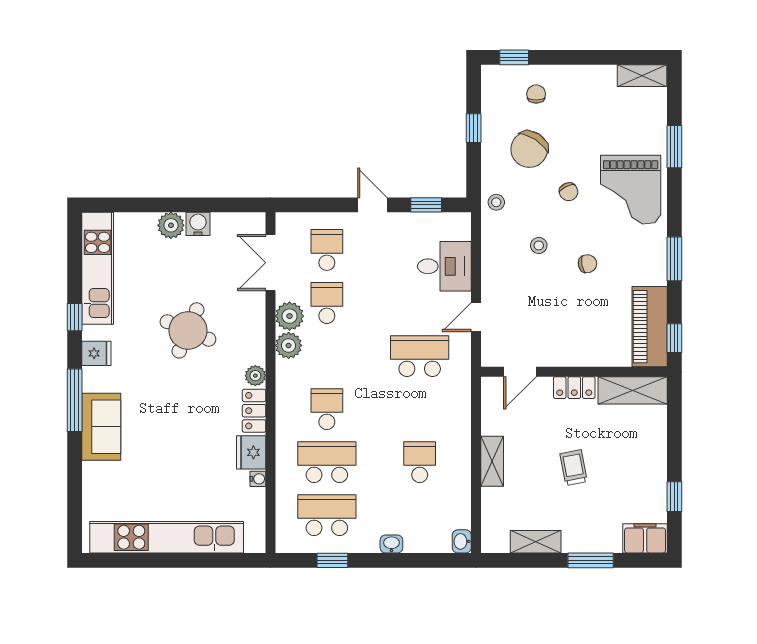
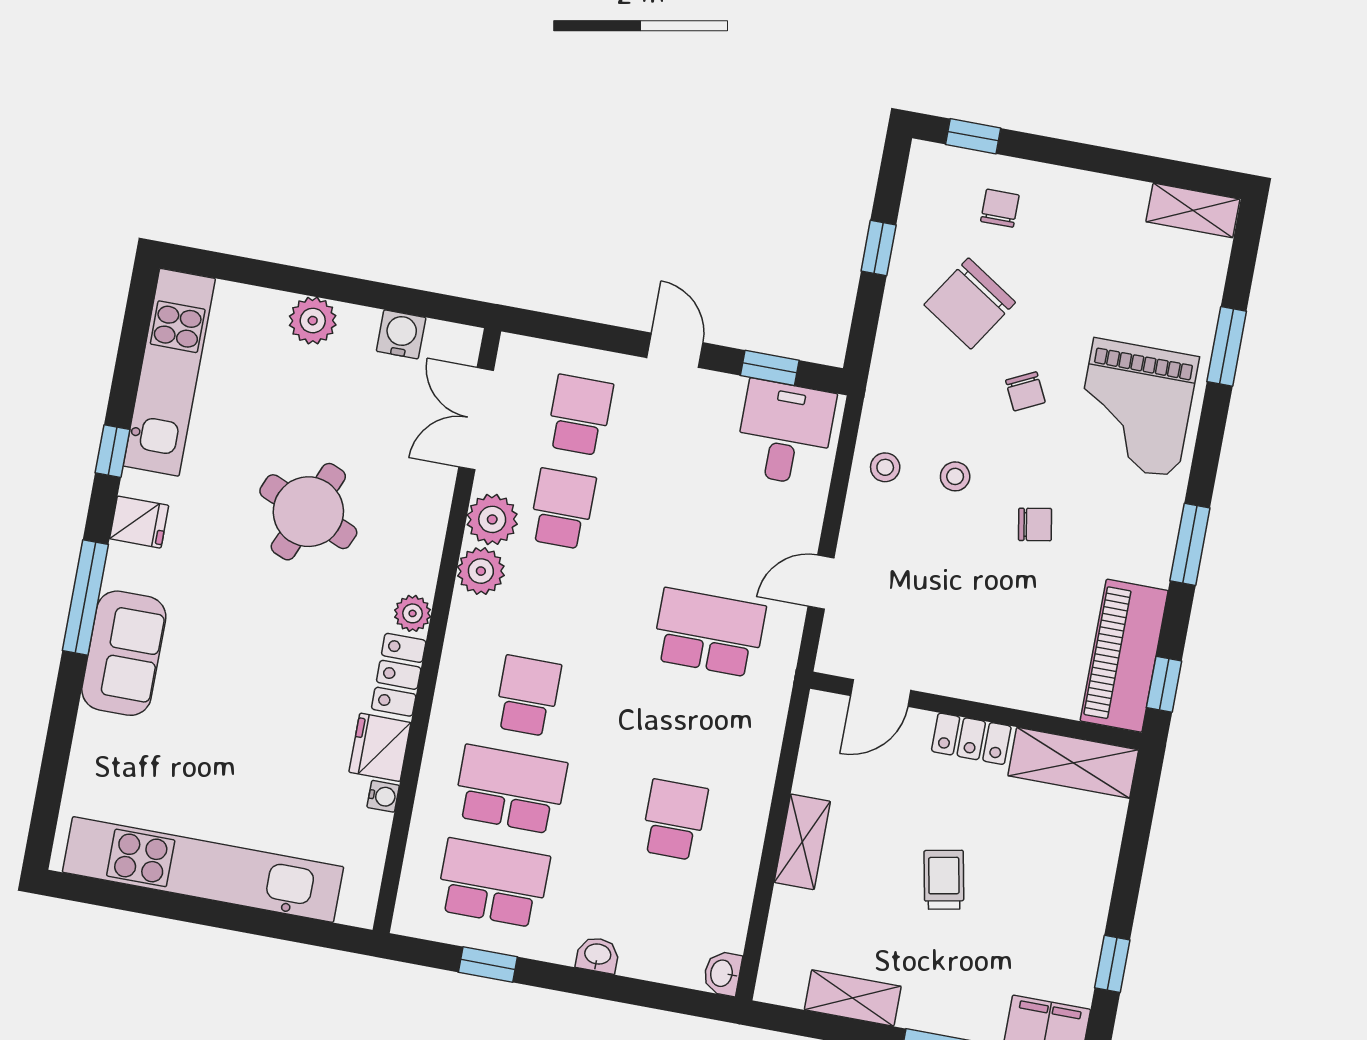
stool: (496, 202) -> (885, 467), moved
water cooler: (198, 224) -> (401, 334), moved
desk: (444, 266) -> (785, 433), moved, turned -90

